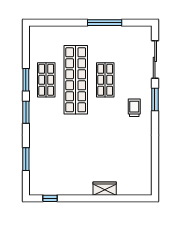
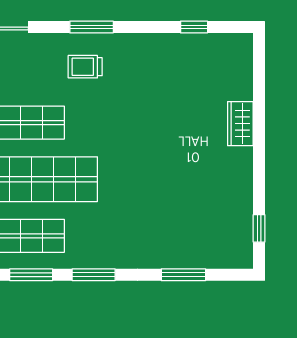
window: (155, 99) -> (92, 27), moved
window: (155, 165) -> (194, 27), added

